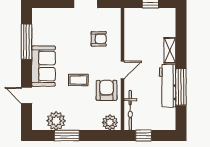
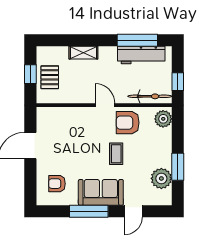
pallet: (147, 20) -> (50, 77), added
armchair: (99, 39) -> (57, 184), moved, turned -90
window: (26, 42) -> (89, 211), moved
workbench: (168, 86) -> (141, 55), moved
window: (181, 87) -> (137, 40), moved

